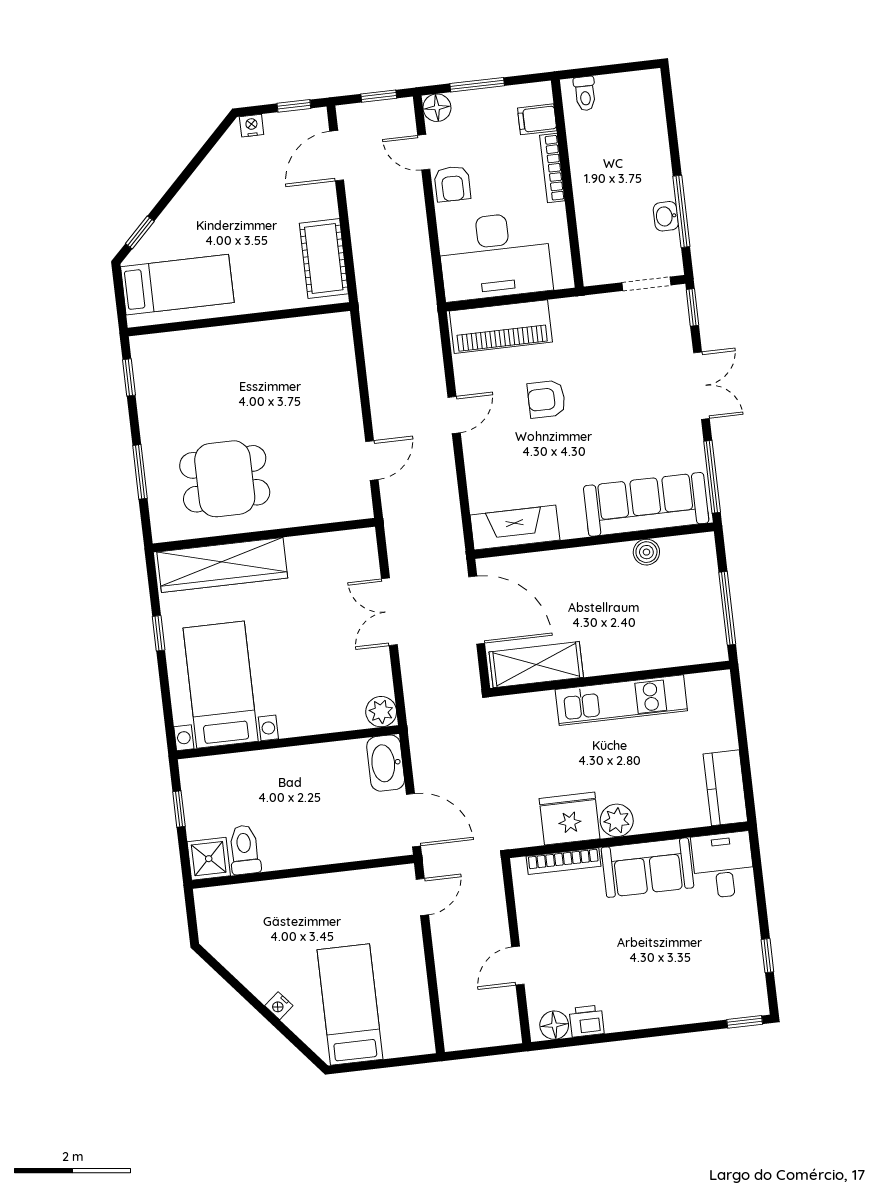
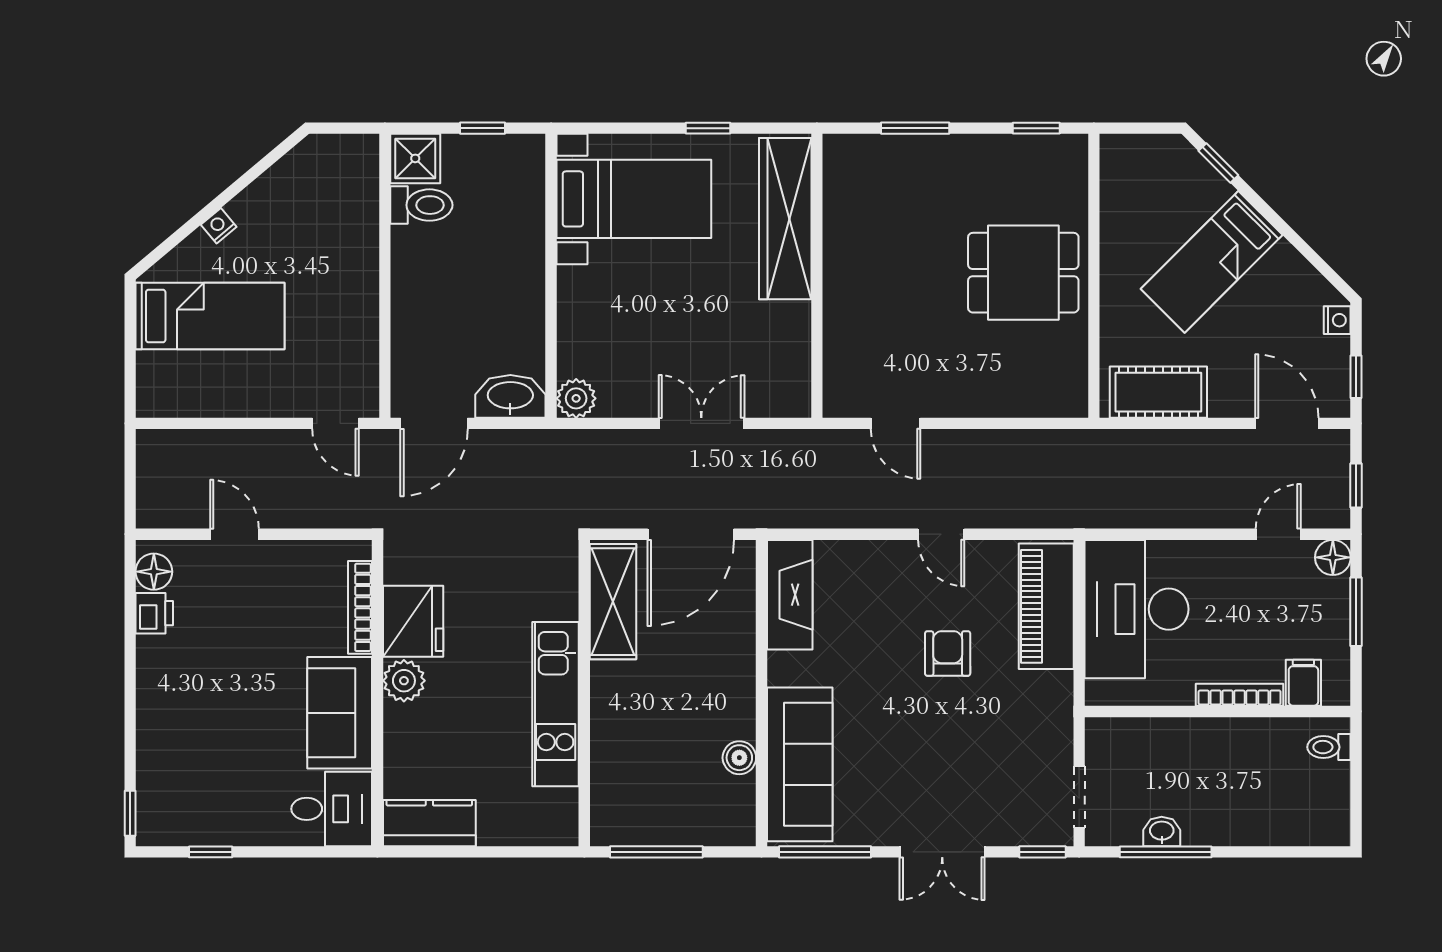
armchair: (452, 184) -> (1234, 566), removed
bed: (177, 285) -> (1212, 262), moved, turned 45
dining table: (225, 479) -> (1023, 273), moved, turned 90

